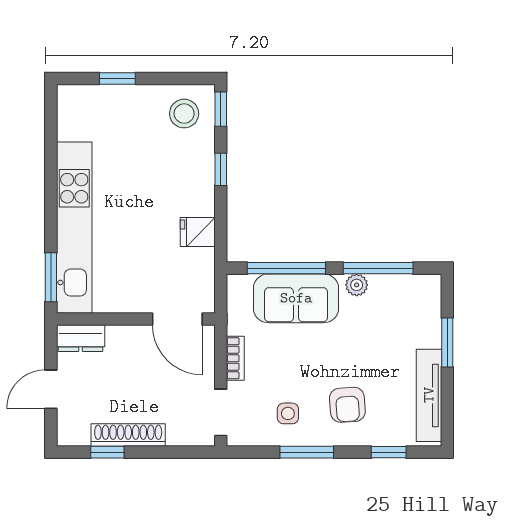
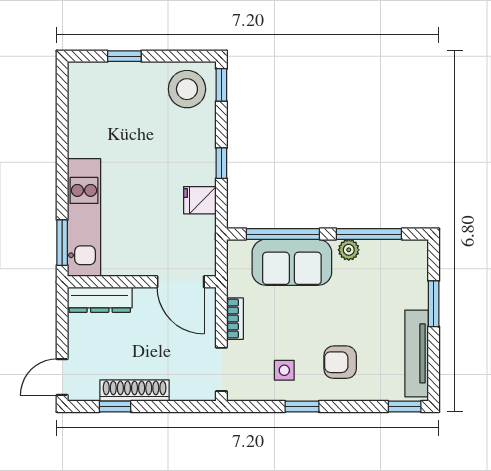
stool: (184, 114) -> (187, 89), width x1.38, depth x1.38
window: (221, 169) -> (221, 163), moved
kitchen unit: (74, 228) -> (84, 218), width x0.73
dresser: (81, 338) -> (100, 300), width x1.44
door: (51, 389) -> (62, 377), moved
armchair: (347, 405) -> (340, 362), turned 94
window: (307, 452) -> (302, 407), width x0.67
window: (389, 452) -> (405, 407), moved

